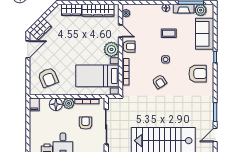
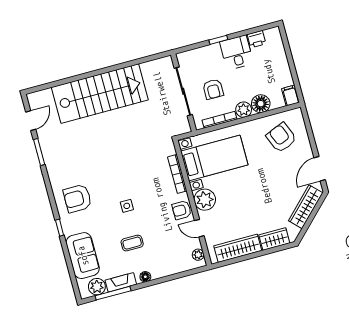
wardrobe: (41, 29) -> (306, 207), width x1.50
armchair: (159, 82) -> (127, 173), removed

